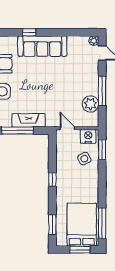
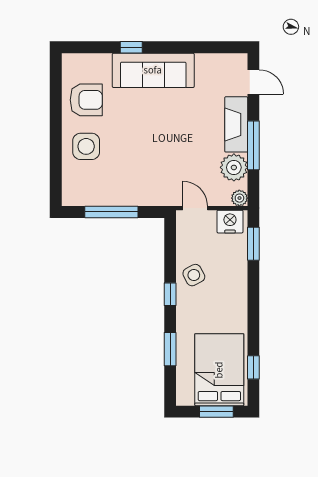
plant: (94, 41) -> (239, 198), moved
fireplace: (28, 120) -> (236, 124), moved, turned -90
side table: (84, 159) -> (194, 275), moved
window: (102, 223) -> (253, 367), width x0.46
window: (52, 225) -> (170, 349), moved

